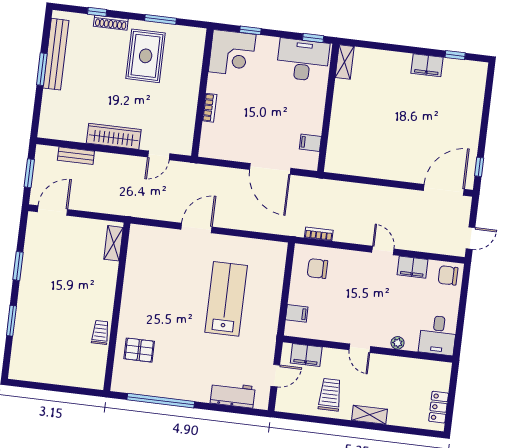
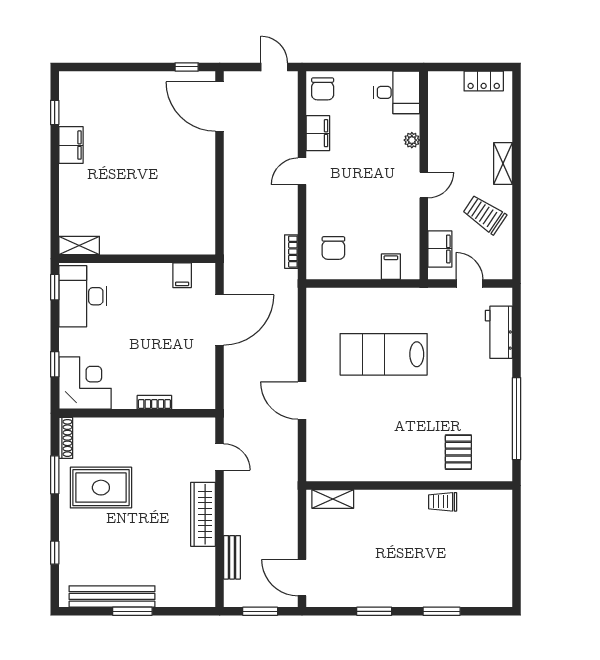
shoe rack: (111, 23) -> (66, 438), moved
trolley: (330, 395) -> (485, 214), turned 34

